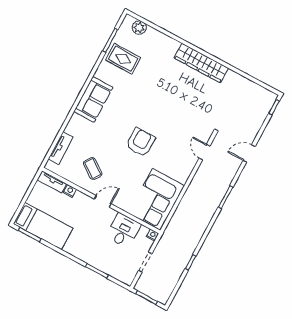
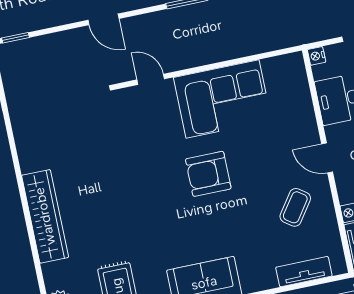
wardrobe: (201, 63) -> (45, 216), moved
door: (204, 152) -> (151, 79), swing flipped
corner sofa: (156, 199) -> (223, 99), moved

